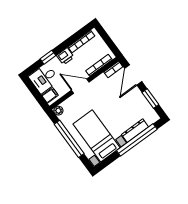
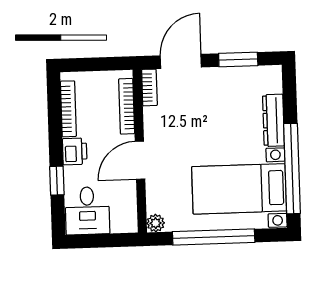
door: (133, 75) -> (181, 61), swing flipped
filing cabinet: (50, 95) -> (121, 220), removed
window: (137, 140) -> (292, 169), moved

